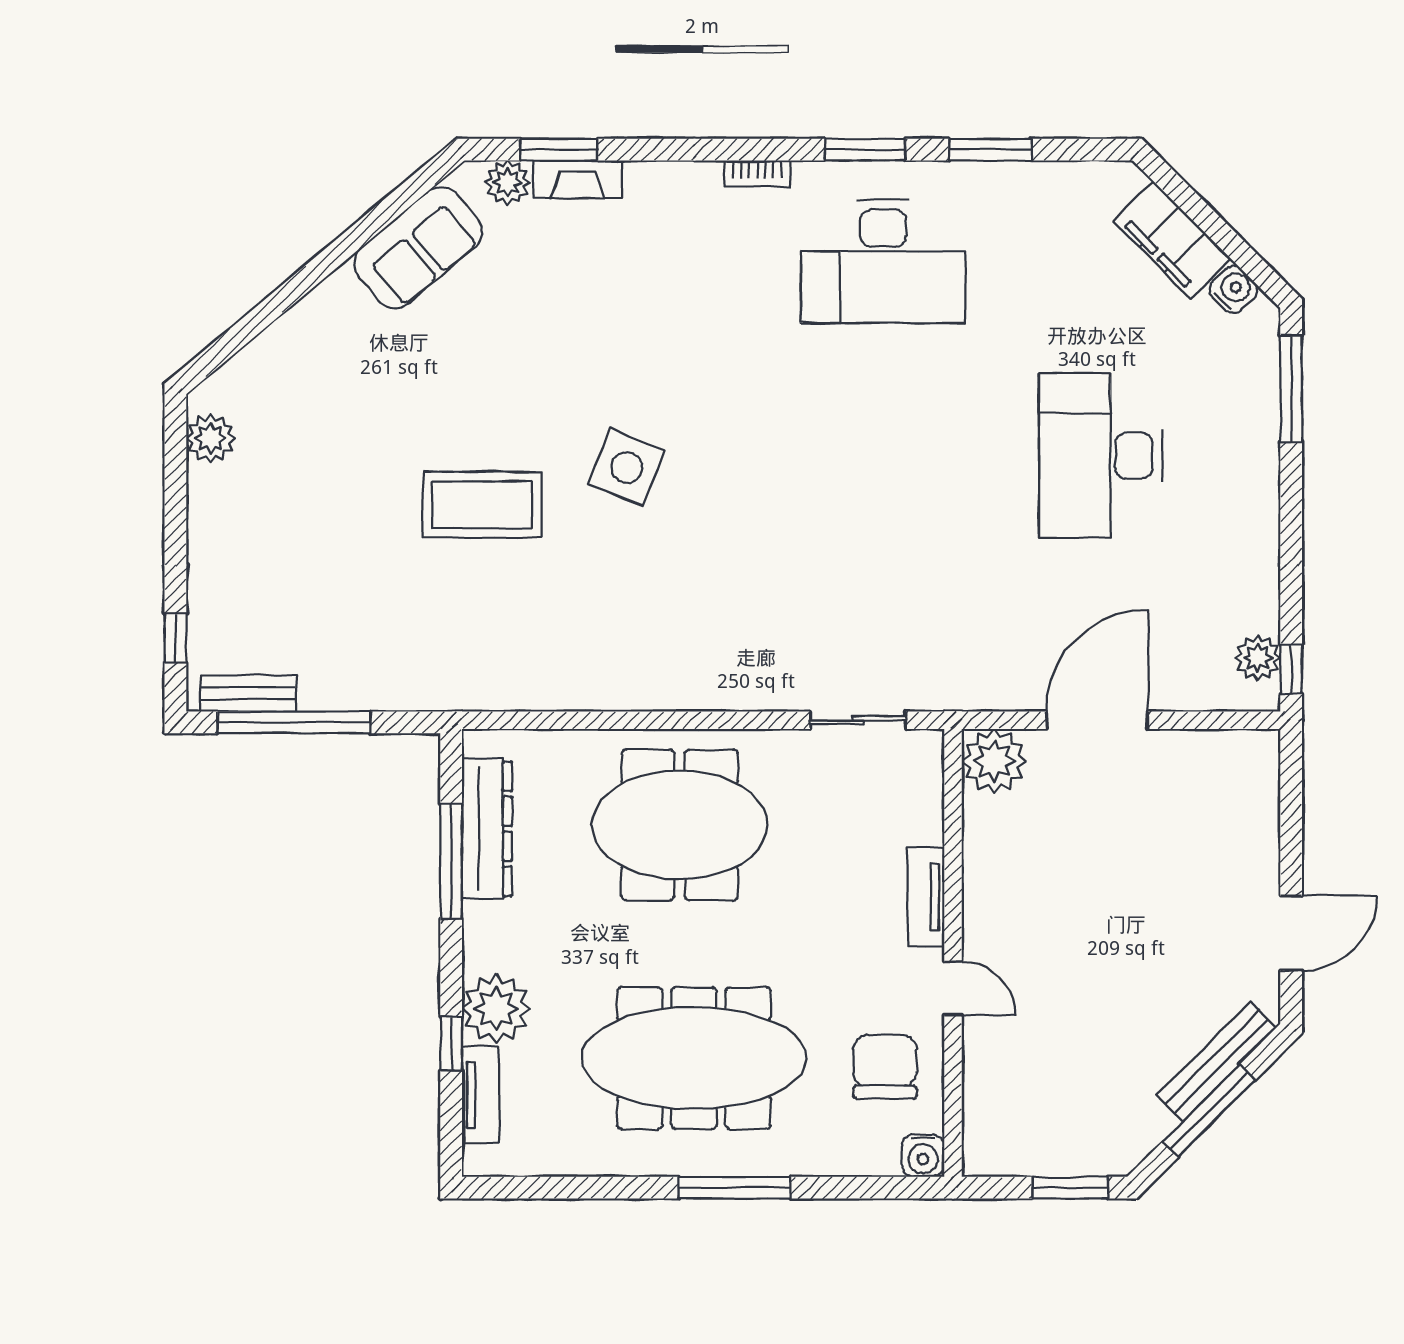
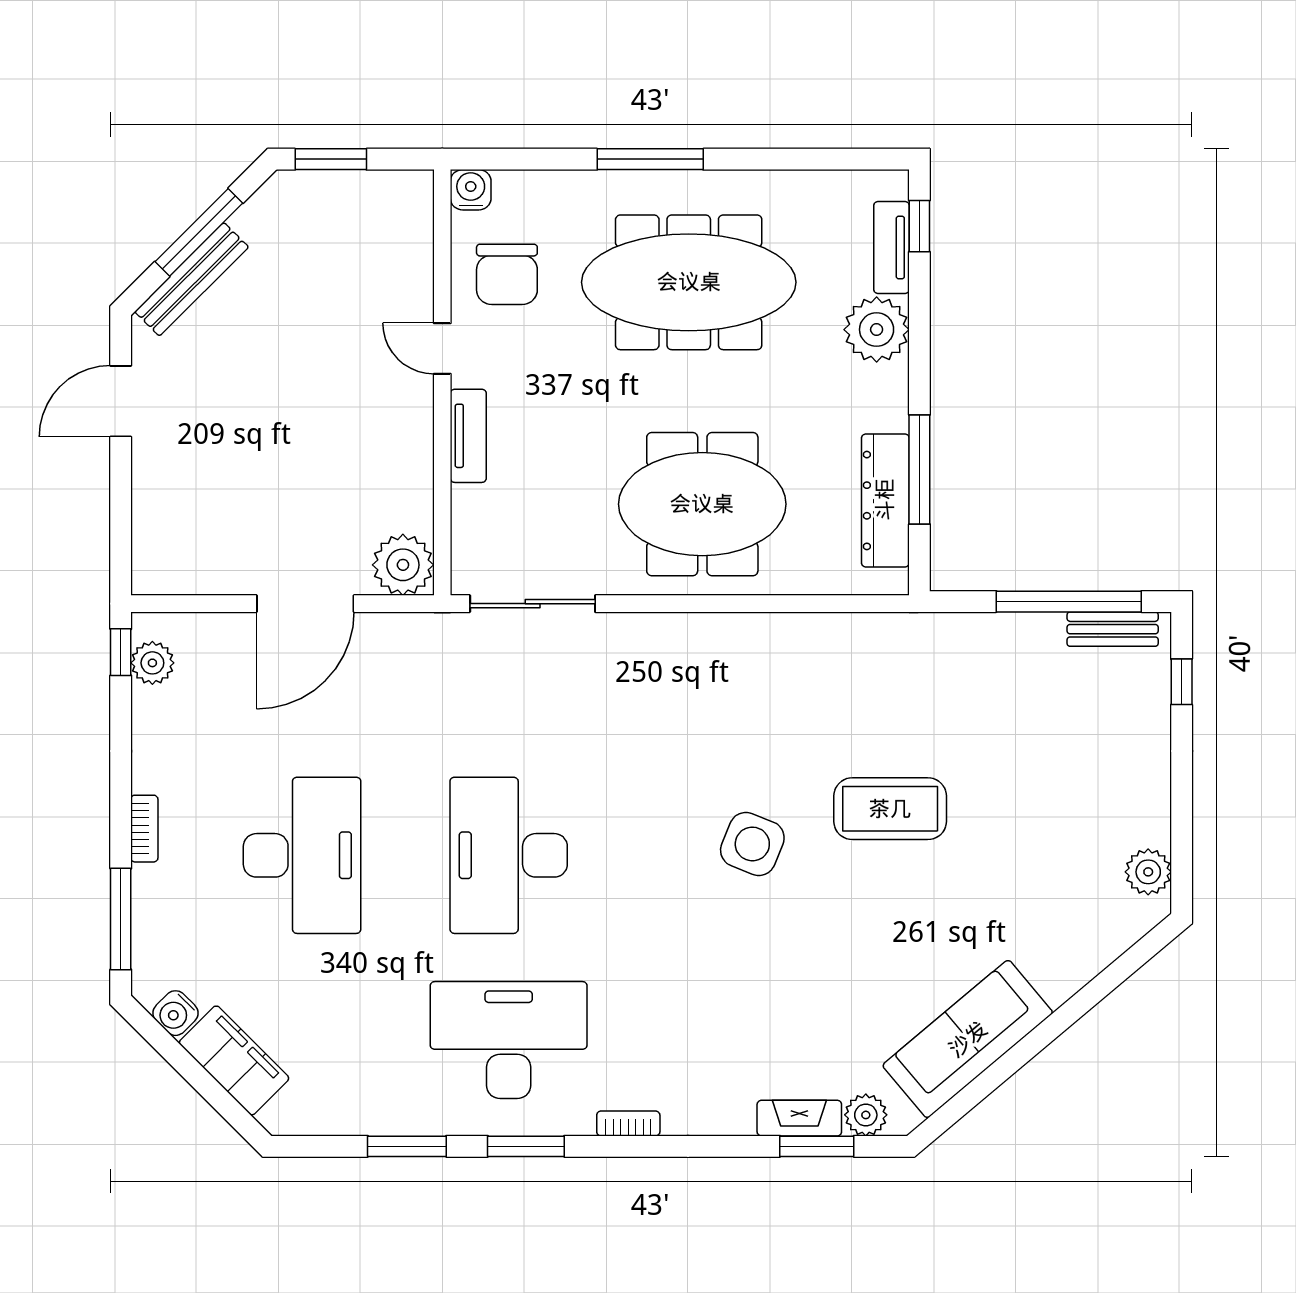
sofa: (418, 248) -> (968, 1039), width x1.36
desk: (883, 456) -> (509, 855), added
bookcase: (1266, 484) -> (144, 829), added
sliding door: (858, 720) -> (533, 604), width x1.37
window: (451, 1044) -> (919, 226), moved

